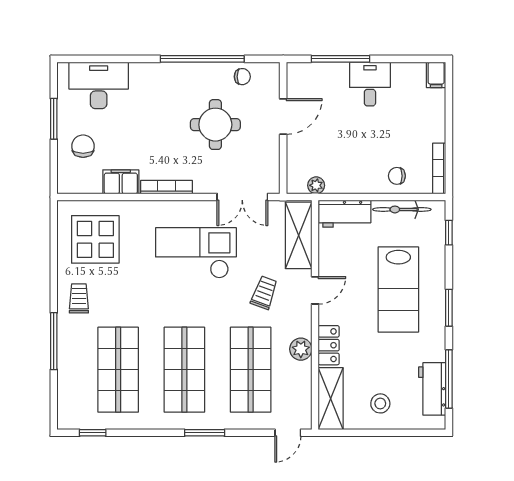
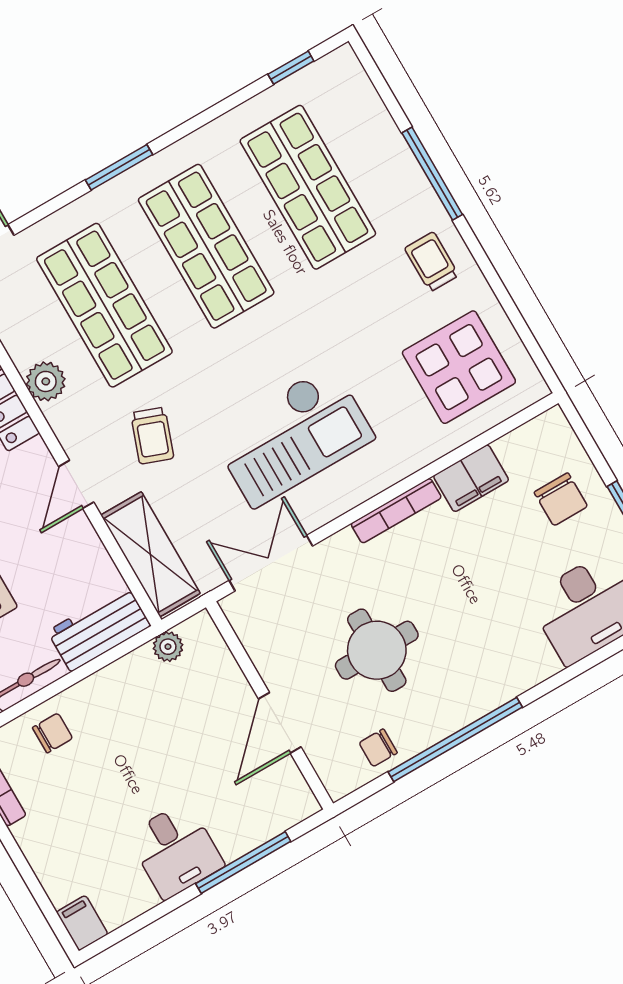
trolley: (79, 298) -> (432, 262), turned 180

